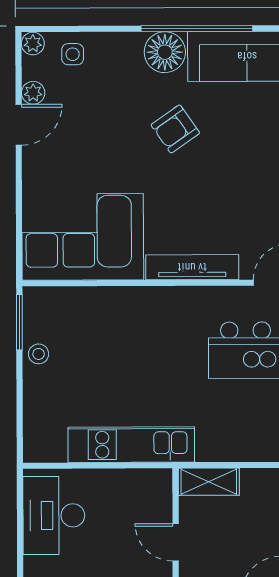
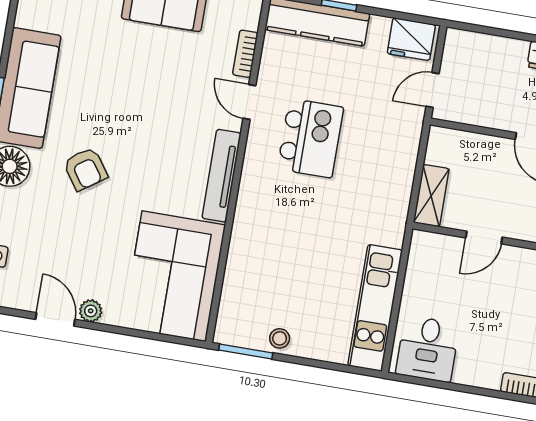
plant: (33, 93) -> (91, 311), moved
kitchen unit: (131, 445) -> (375, 308), moved
desk: (54, 515) -> (428, 349), width x0.73

